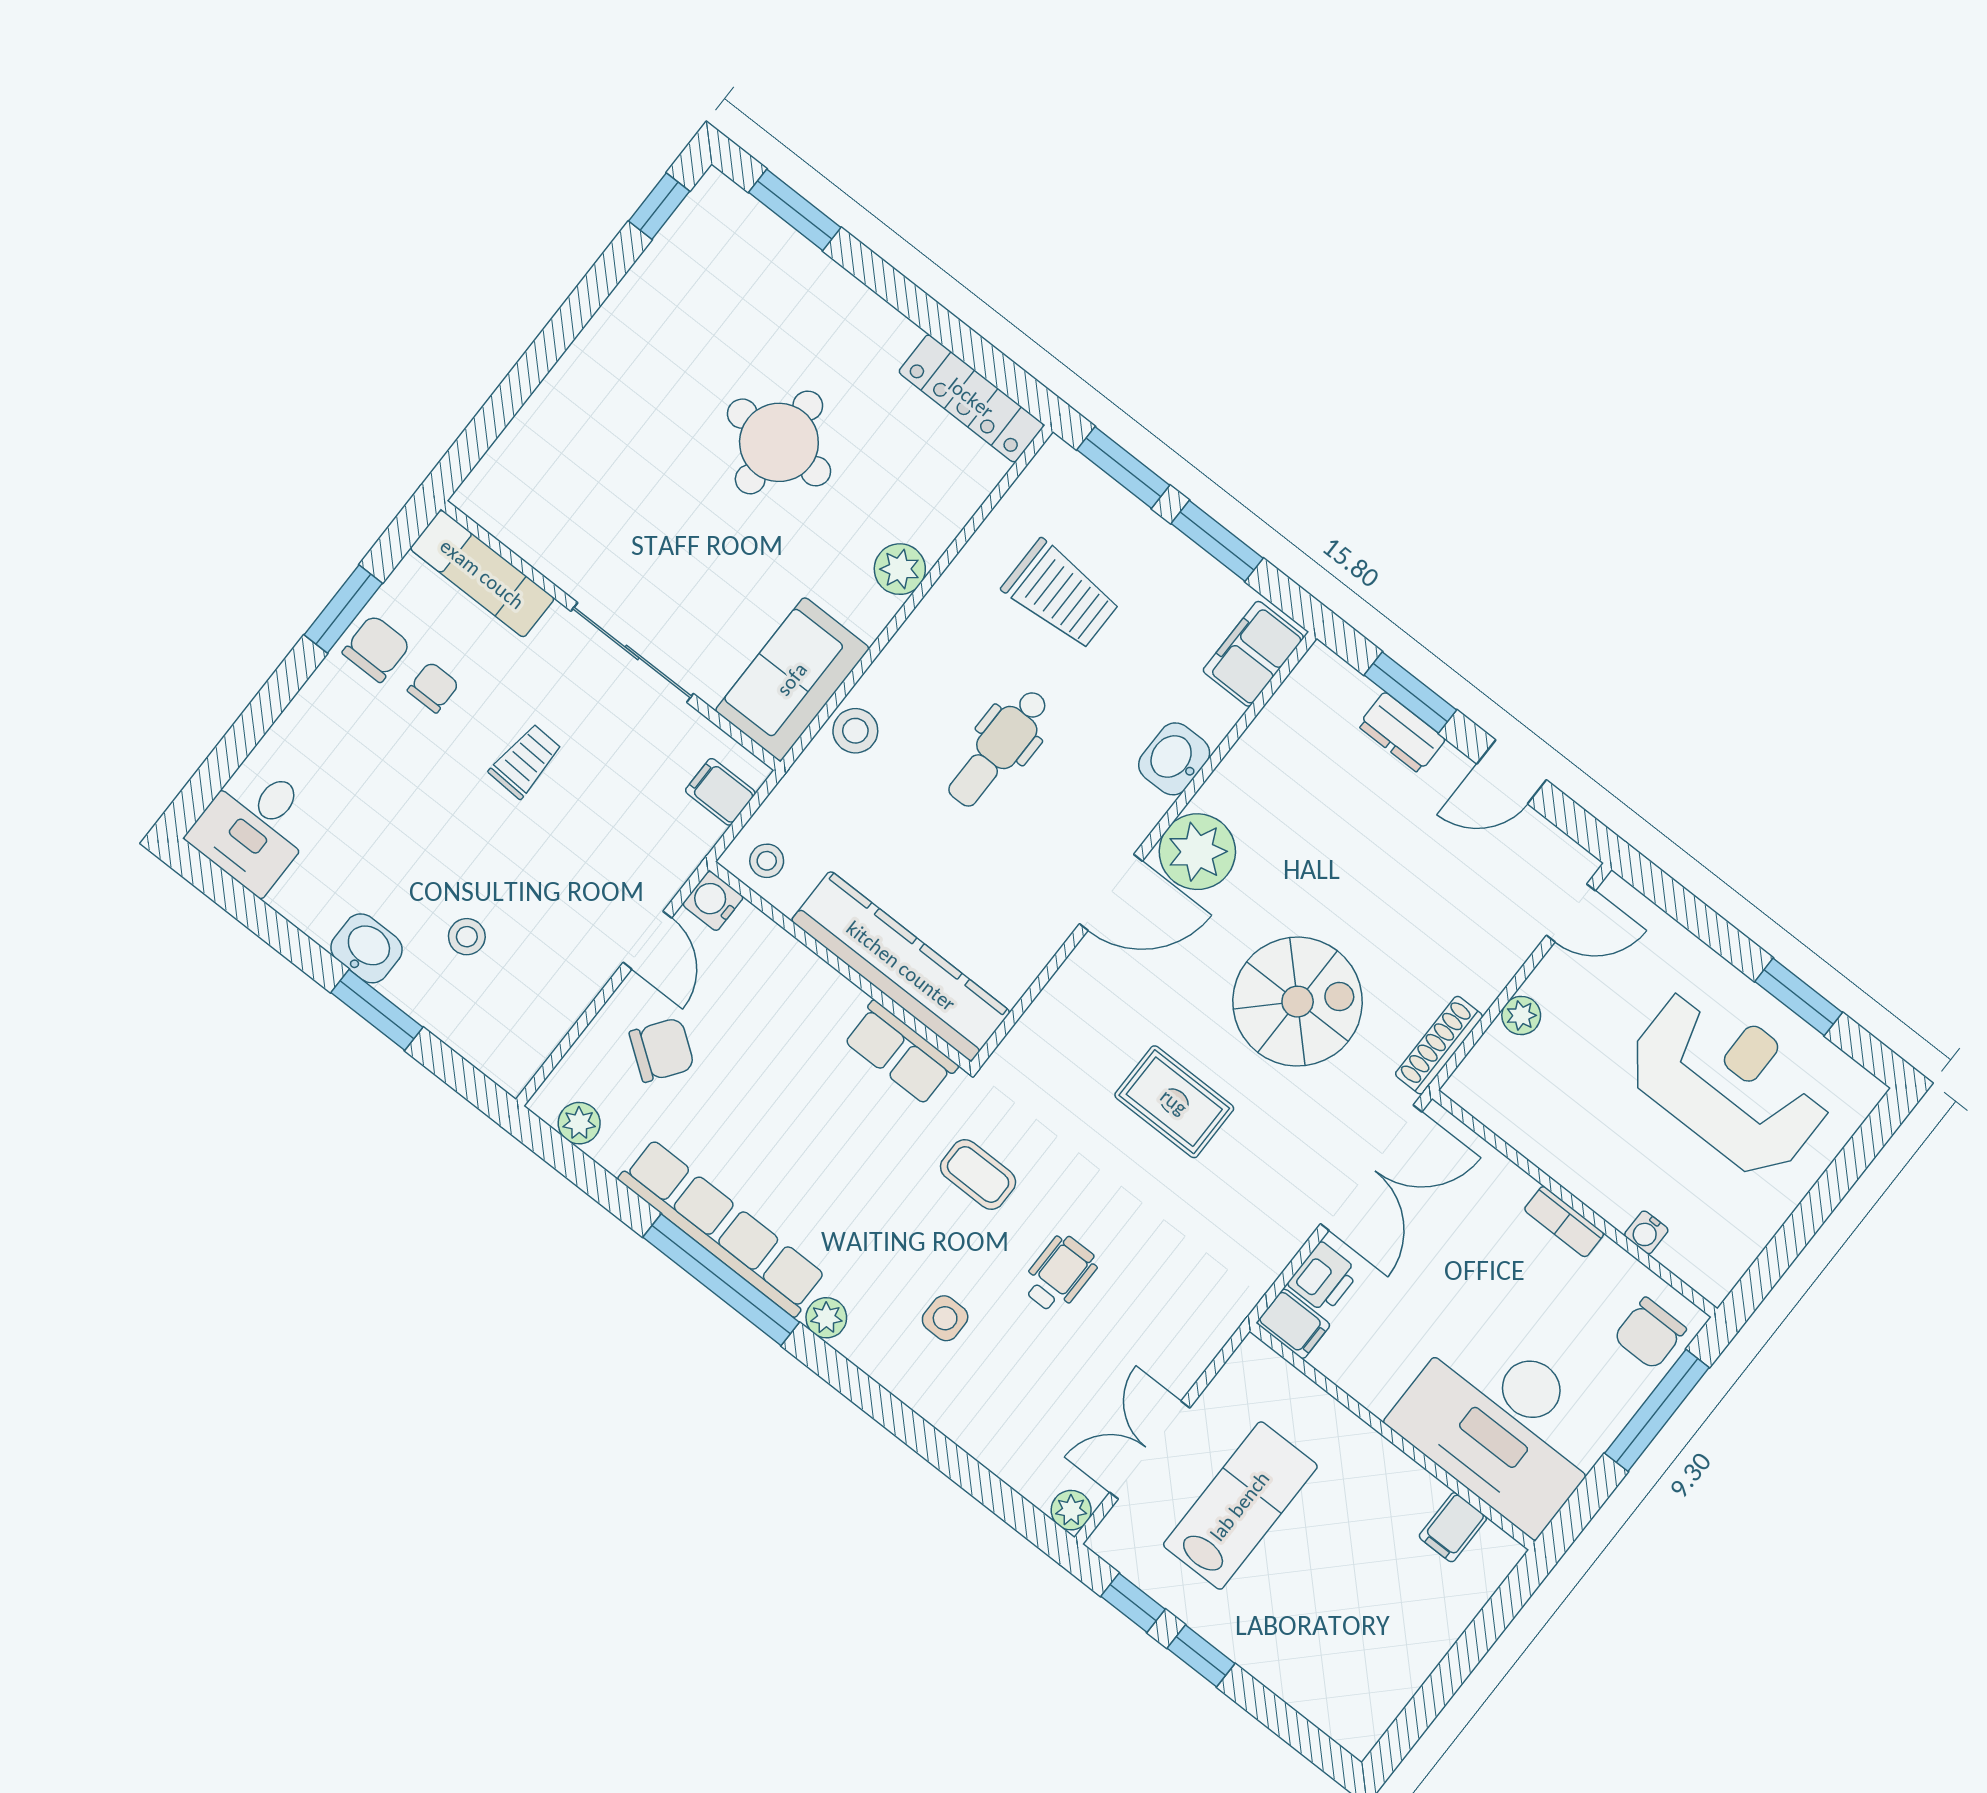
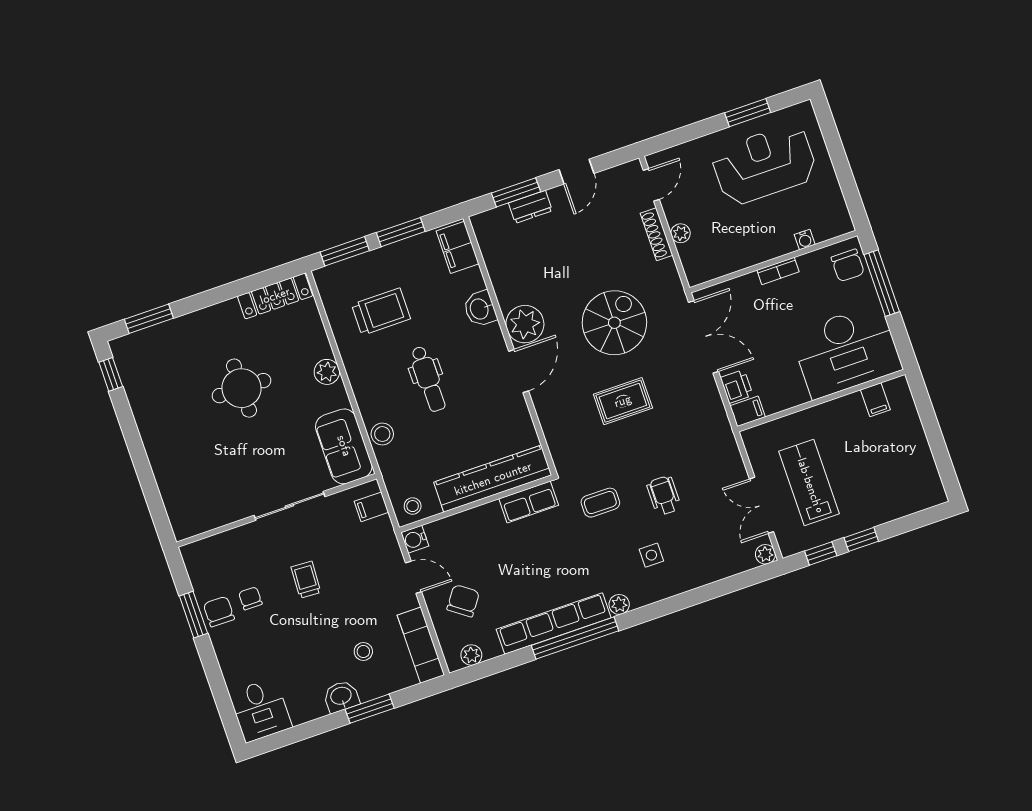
exam couch: (482, 574) -> (421, 645), moved, turned 90
shoe rack: (1439, 1045) -> (656, 234), moved

